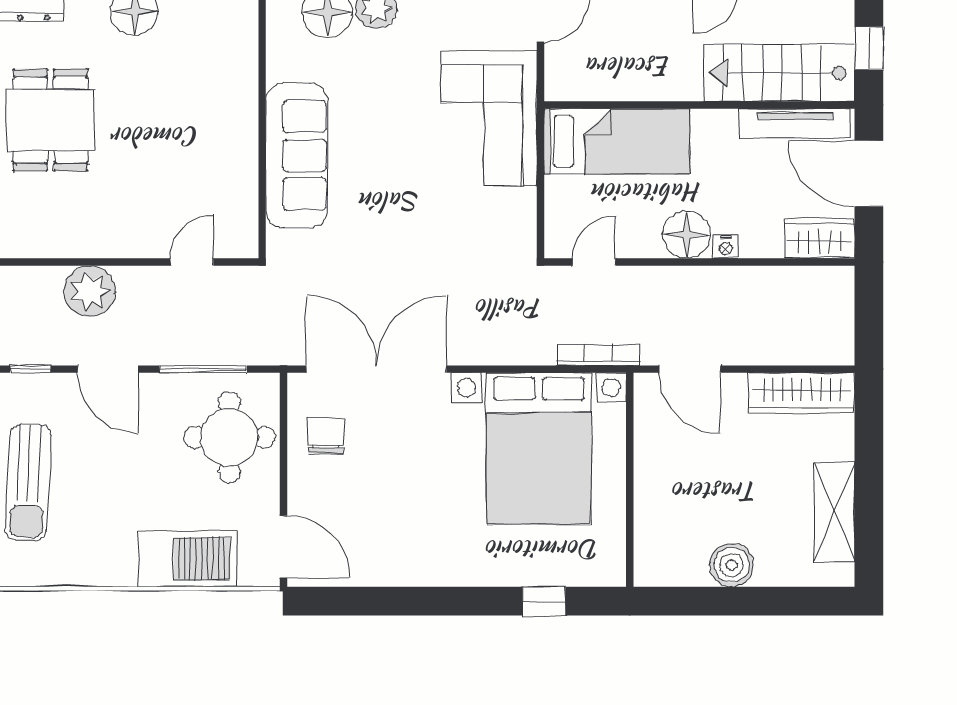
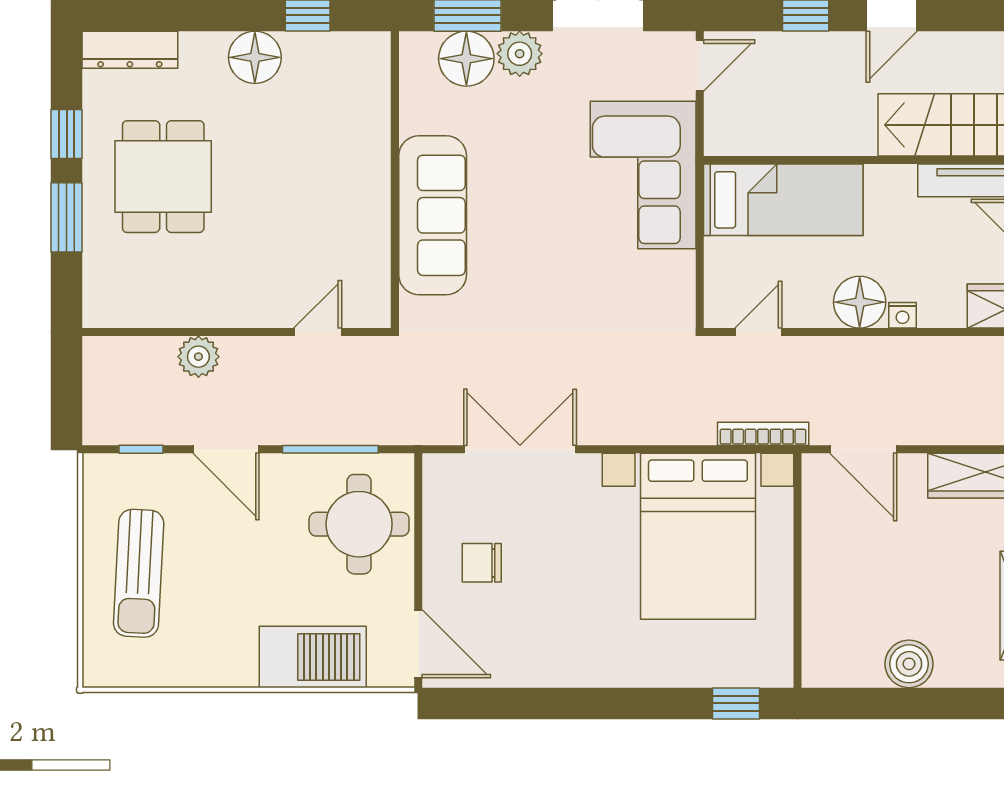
plant: (90, 291) -> (198, 357), width x0.73, depth x0.73
double door: (376, 369) -> (520, 449), width x0.73
chair: (326, 436) -> (482, 563), moved, turned -90
window: (544, 601) -> (736, 703), moved

